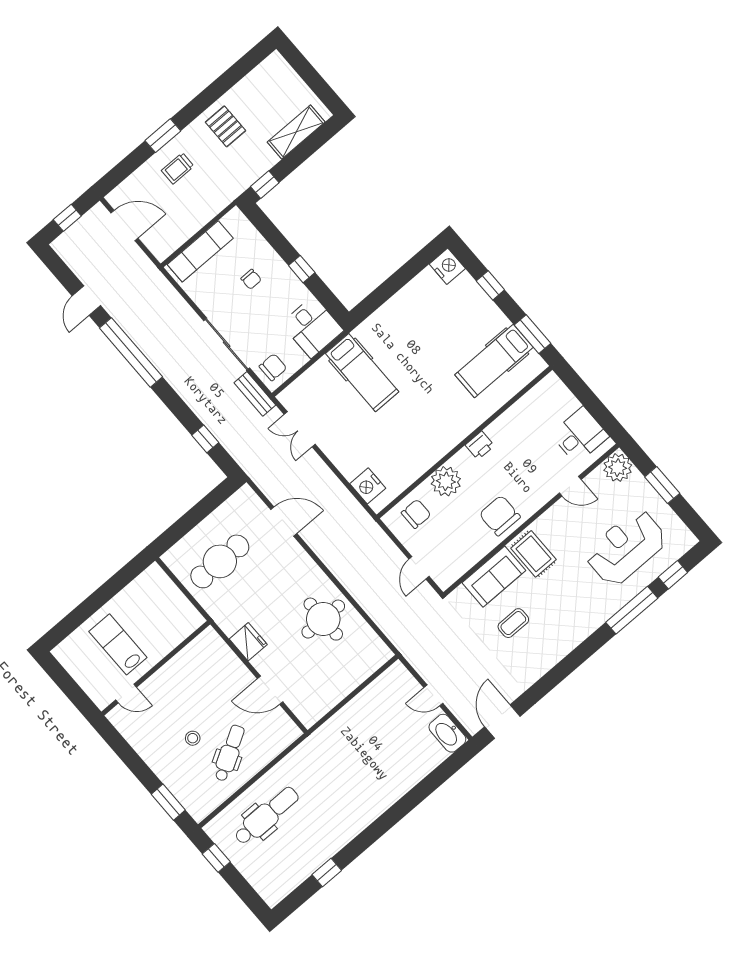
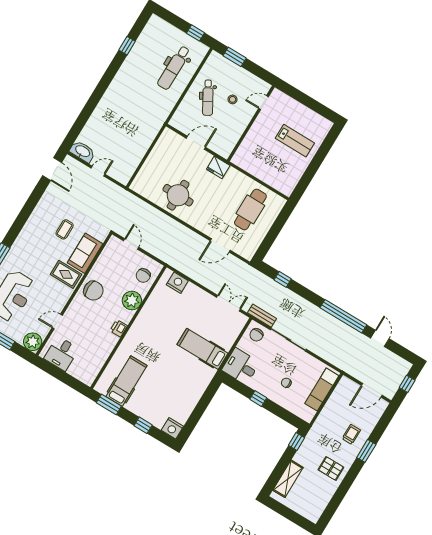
wall: (156, 668) -> (251, 123), moved
door: (126, 694) -> (264, 103), moved

